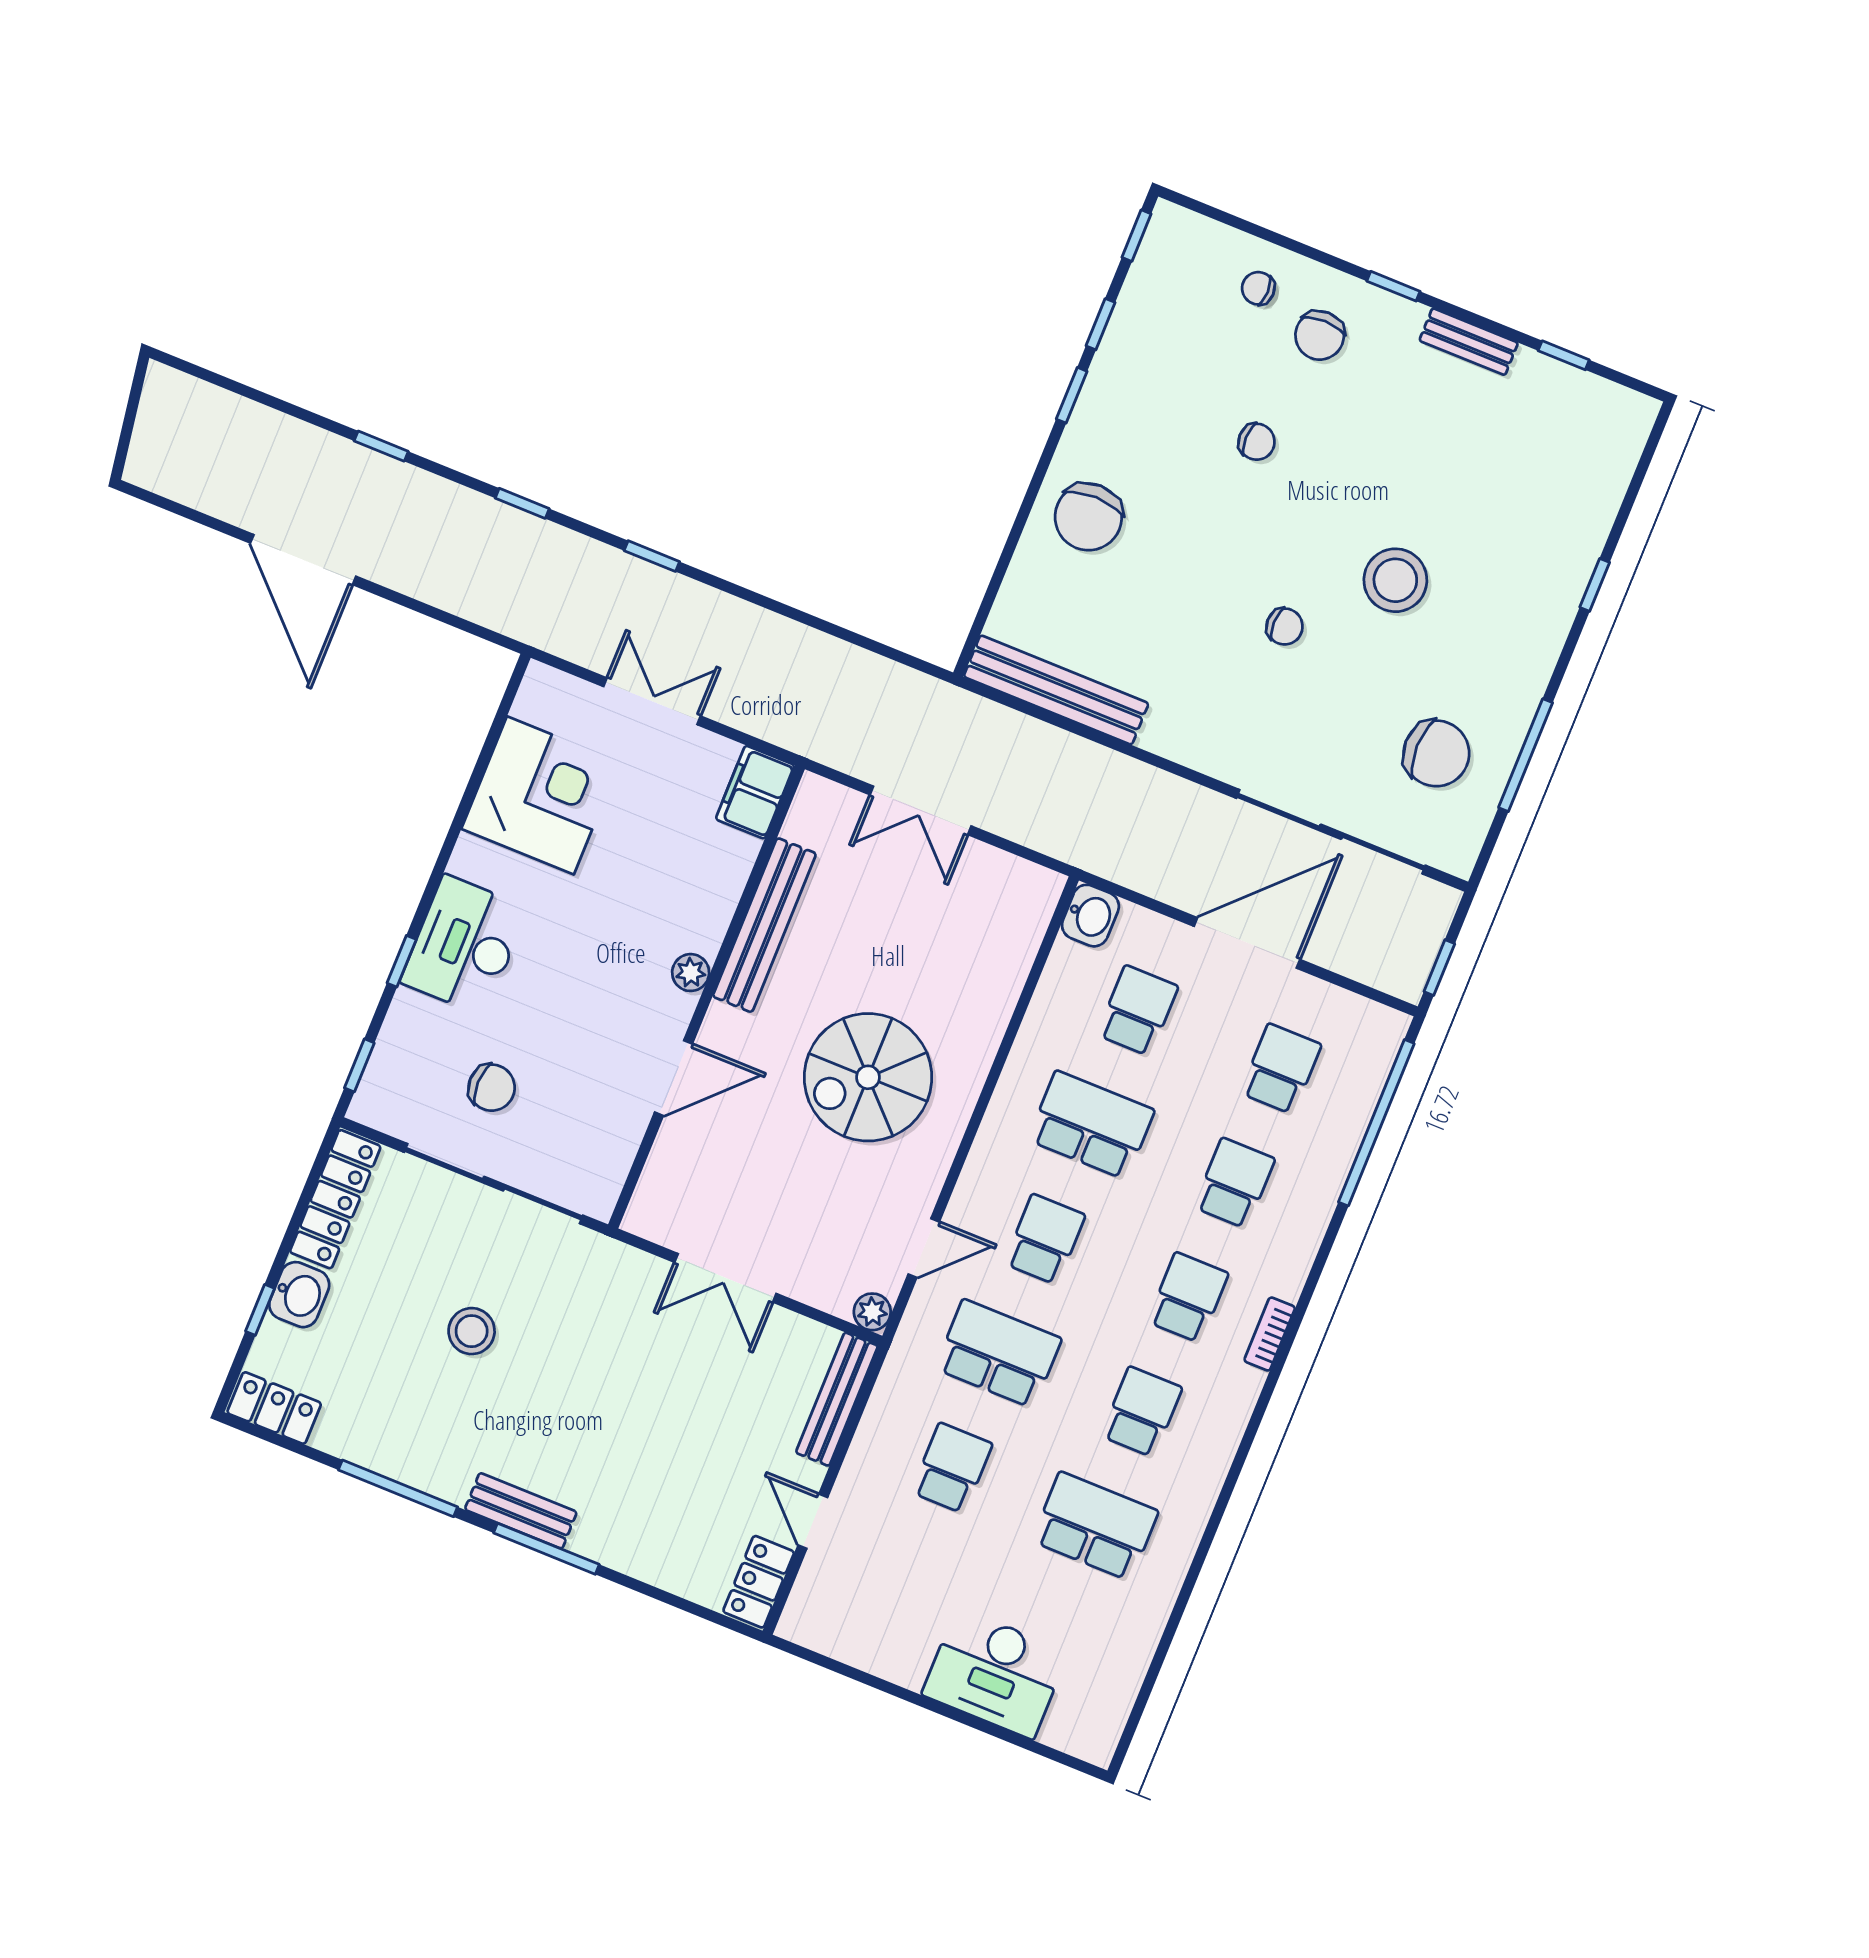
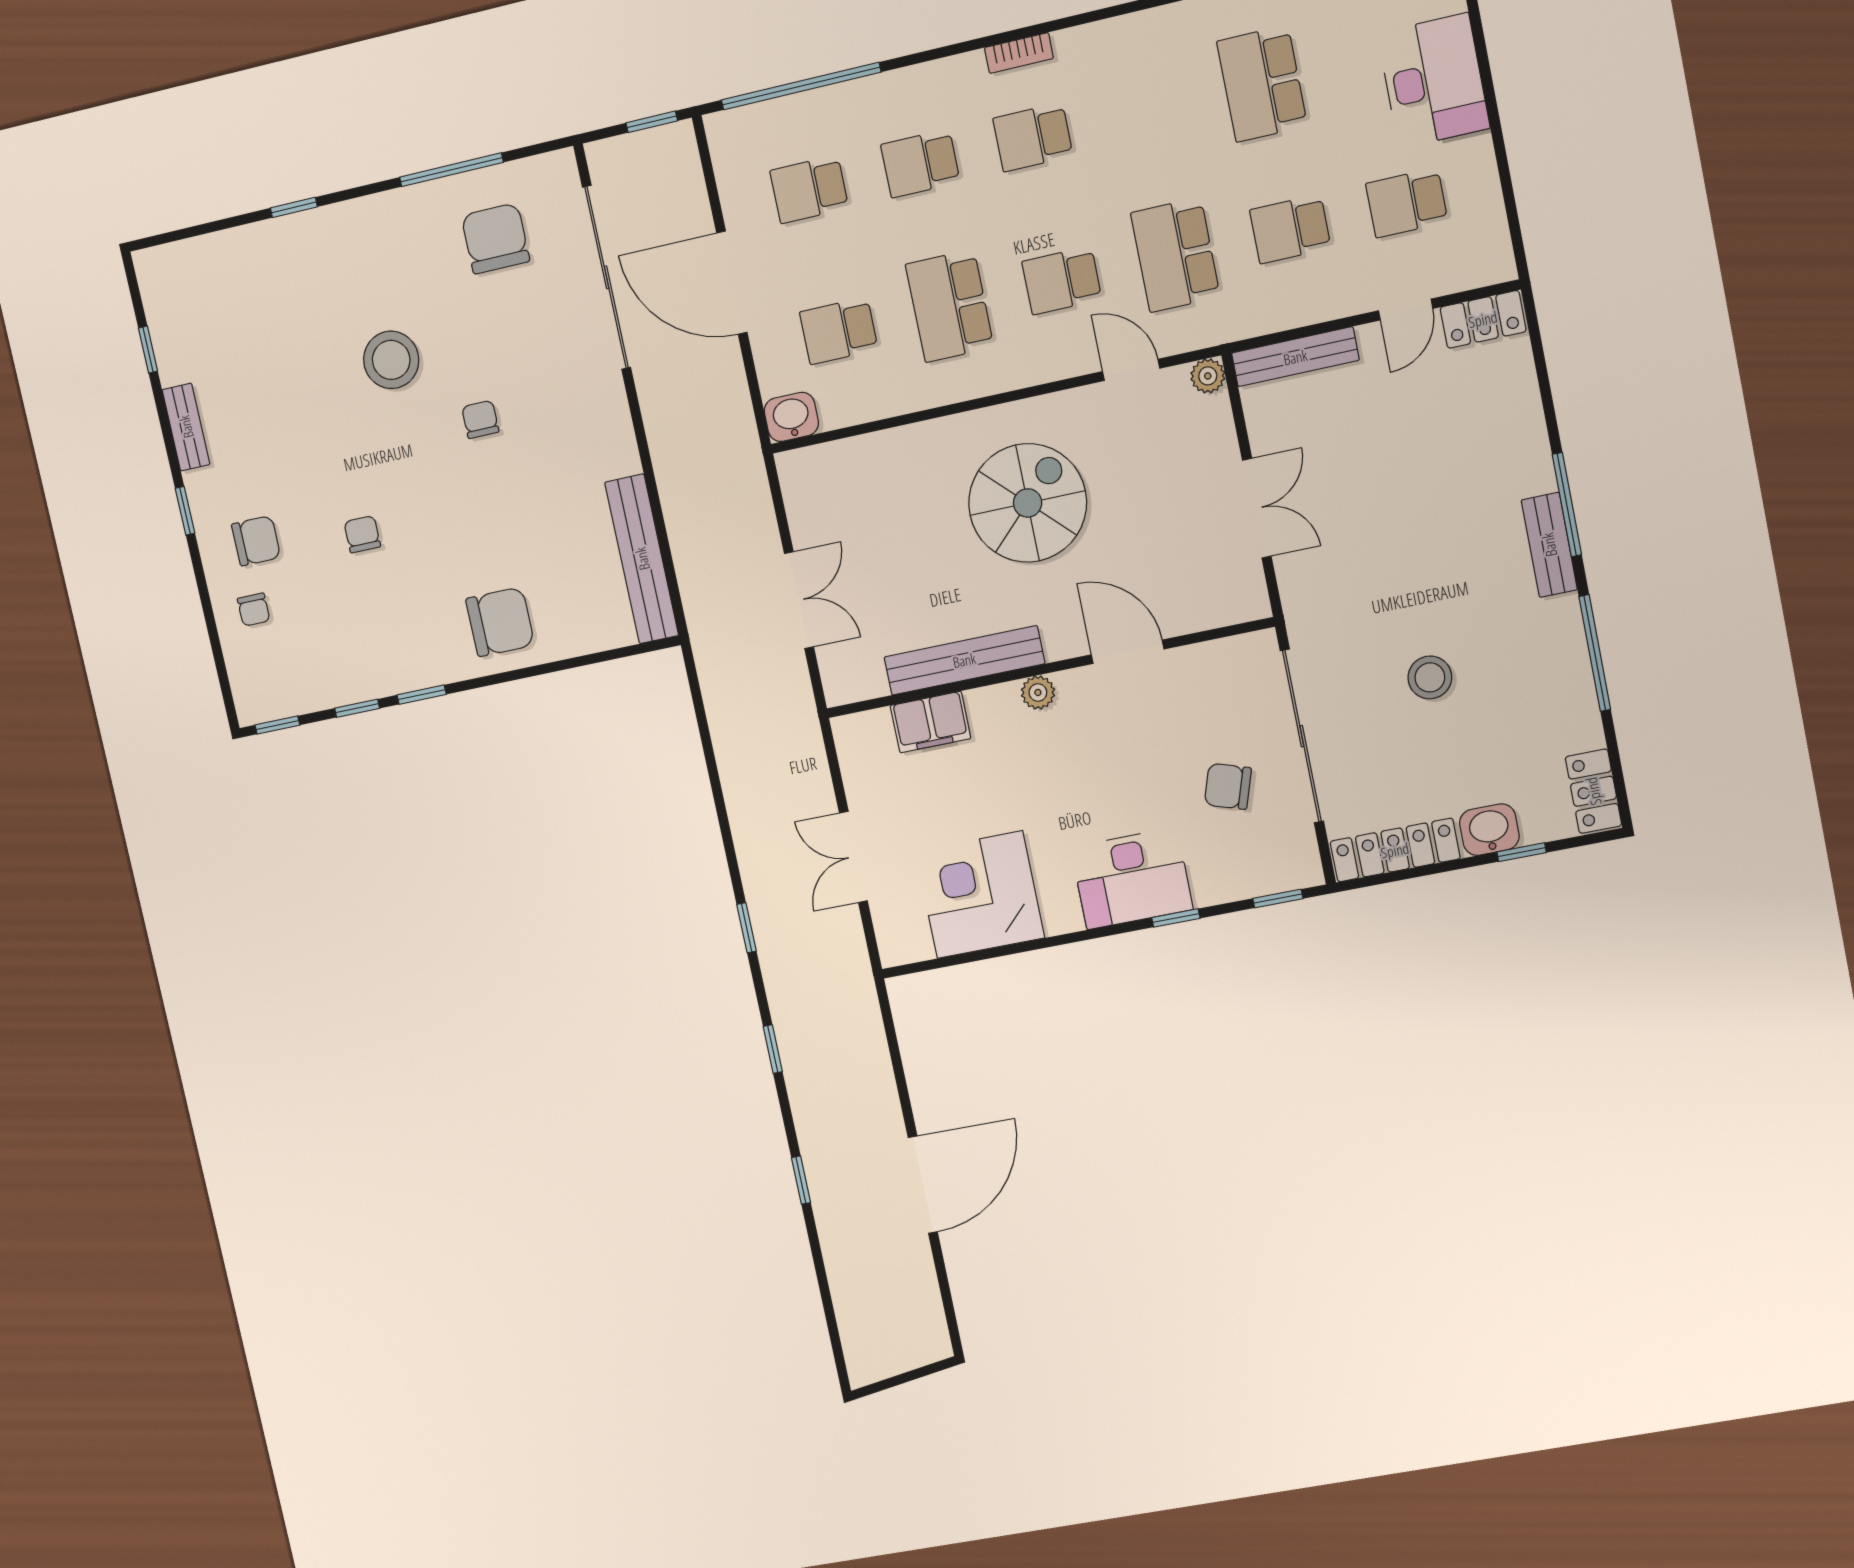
filing cabinet: (755, 792) -> (931, 722), moved
spiral stairs: (868, 1077) -> (1028, 503), turned -90
chair: (492, 1088) -> (1228, 786), turned -72
school desk: (1142, 1412) -> (1407, 203), moved

